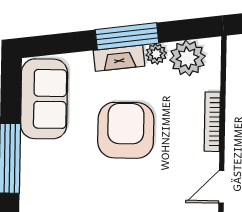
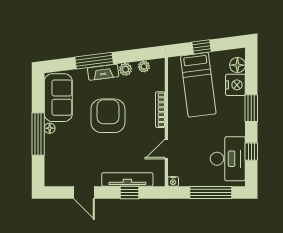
window: (127, 36) -> (94, 61), moved
plant: (188, 58) -> (144, 66), width x0.53, depth x0.53
floor lamp: (29, 149) -> (50, 128), added

